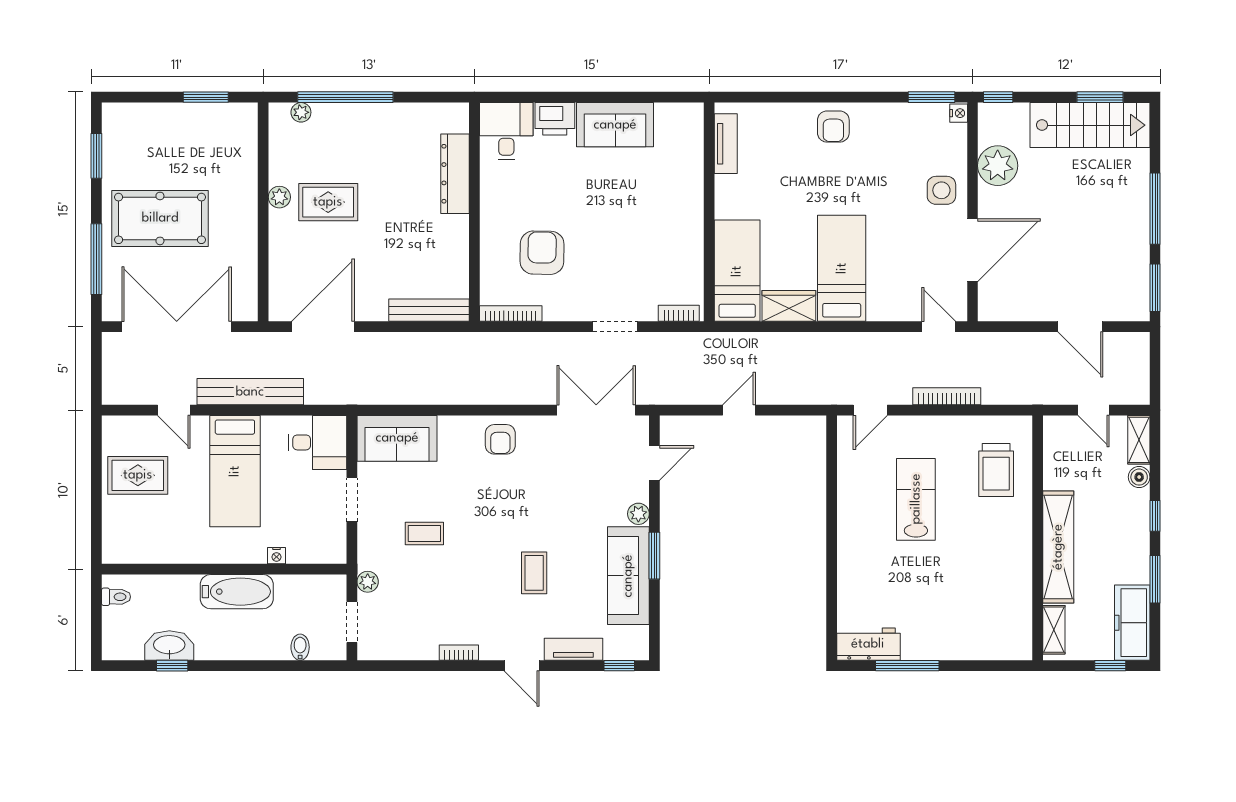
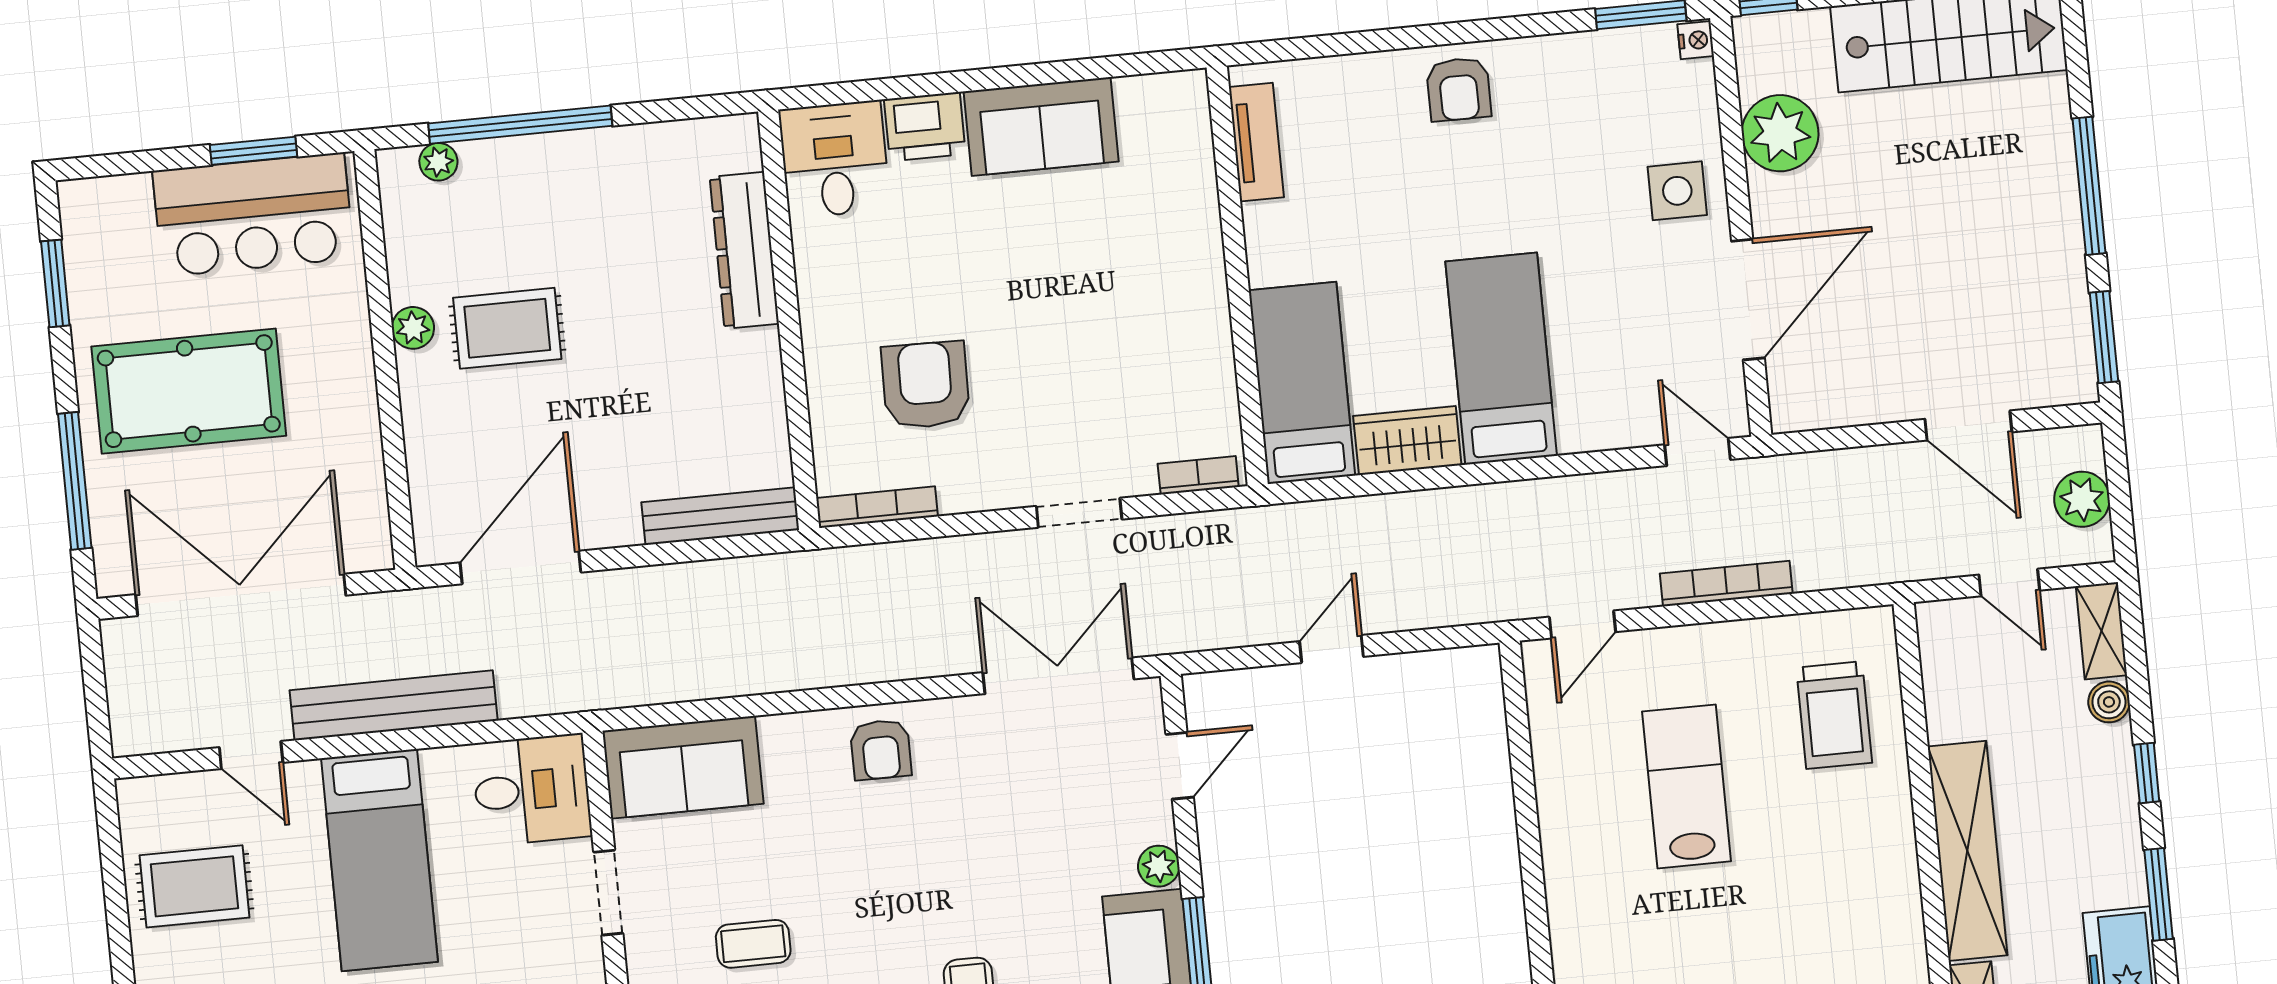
bar counter: (202, 130) -> (253, 215), added
plant: (1135, 371) -> (2082, 499), added

